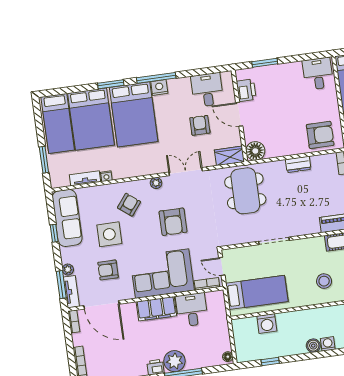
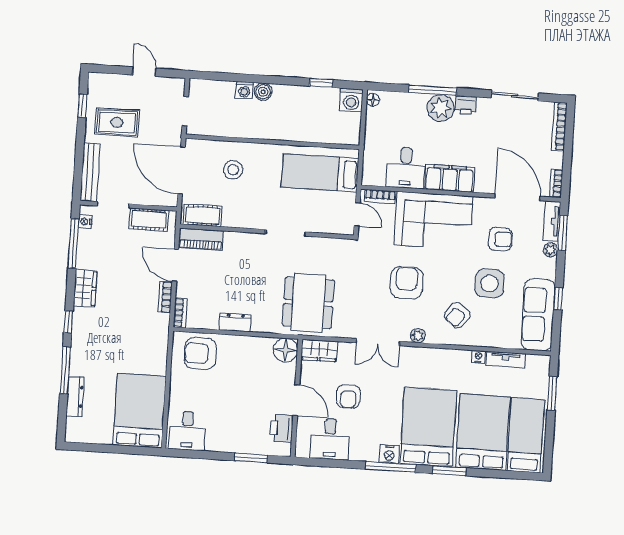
washing machine: (267, 324) -> (351, 100), moved, turned 180

